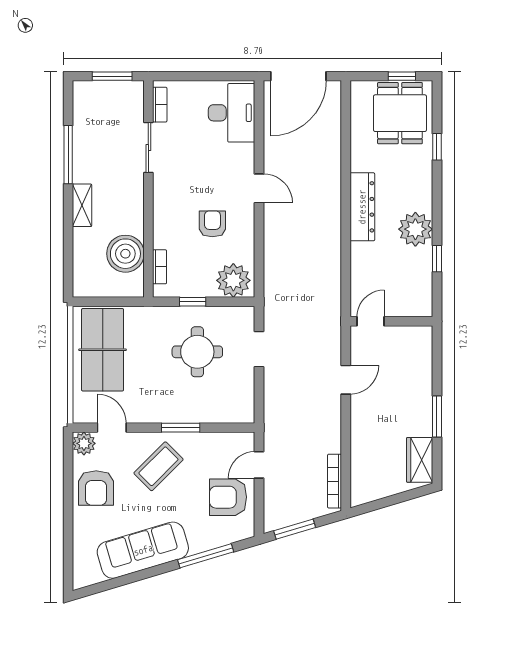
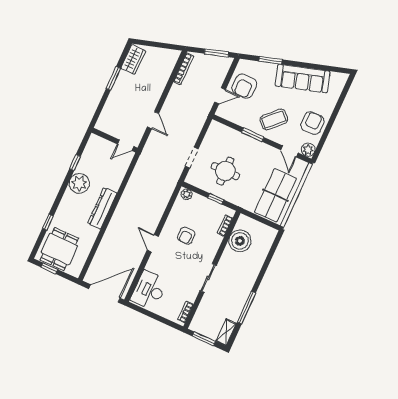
sliding door: (148, 147) -> (208, 278), moved
shelving: (82, 205) -> (226, 332), moved
plant: (233, 280) -> (187, 194), width x0.53, depth x0.53
door: (346, 380) -> (153, 120), swing flipped
armchair: (228, 497) -> (244, 86), turned 90
window: (206, 556) -> (271, 60), width x0.69

